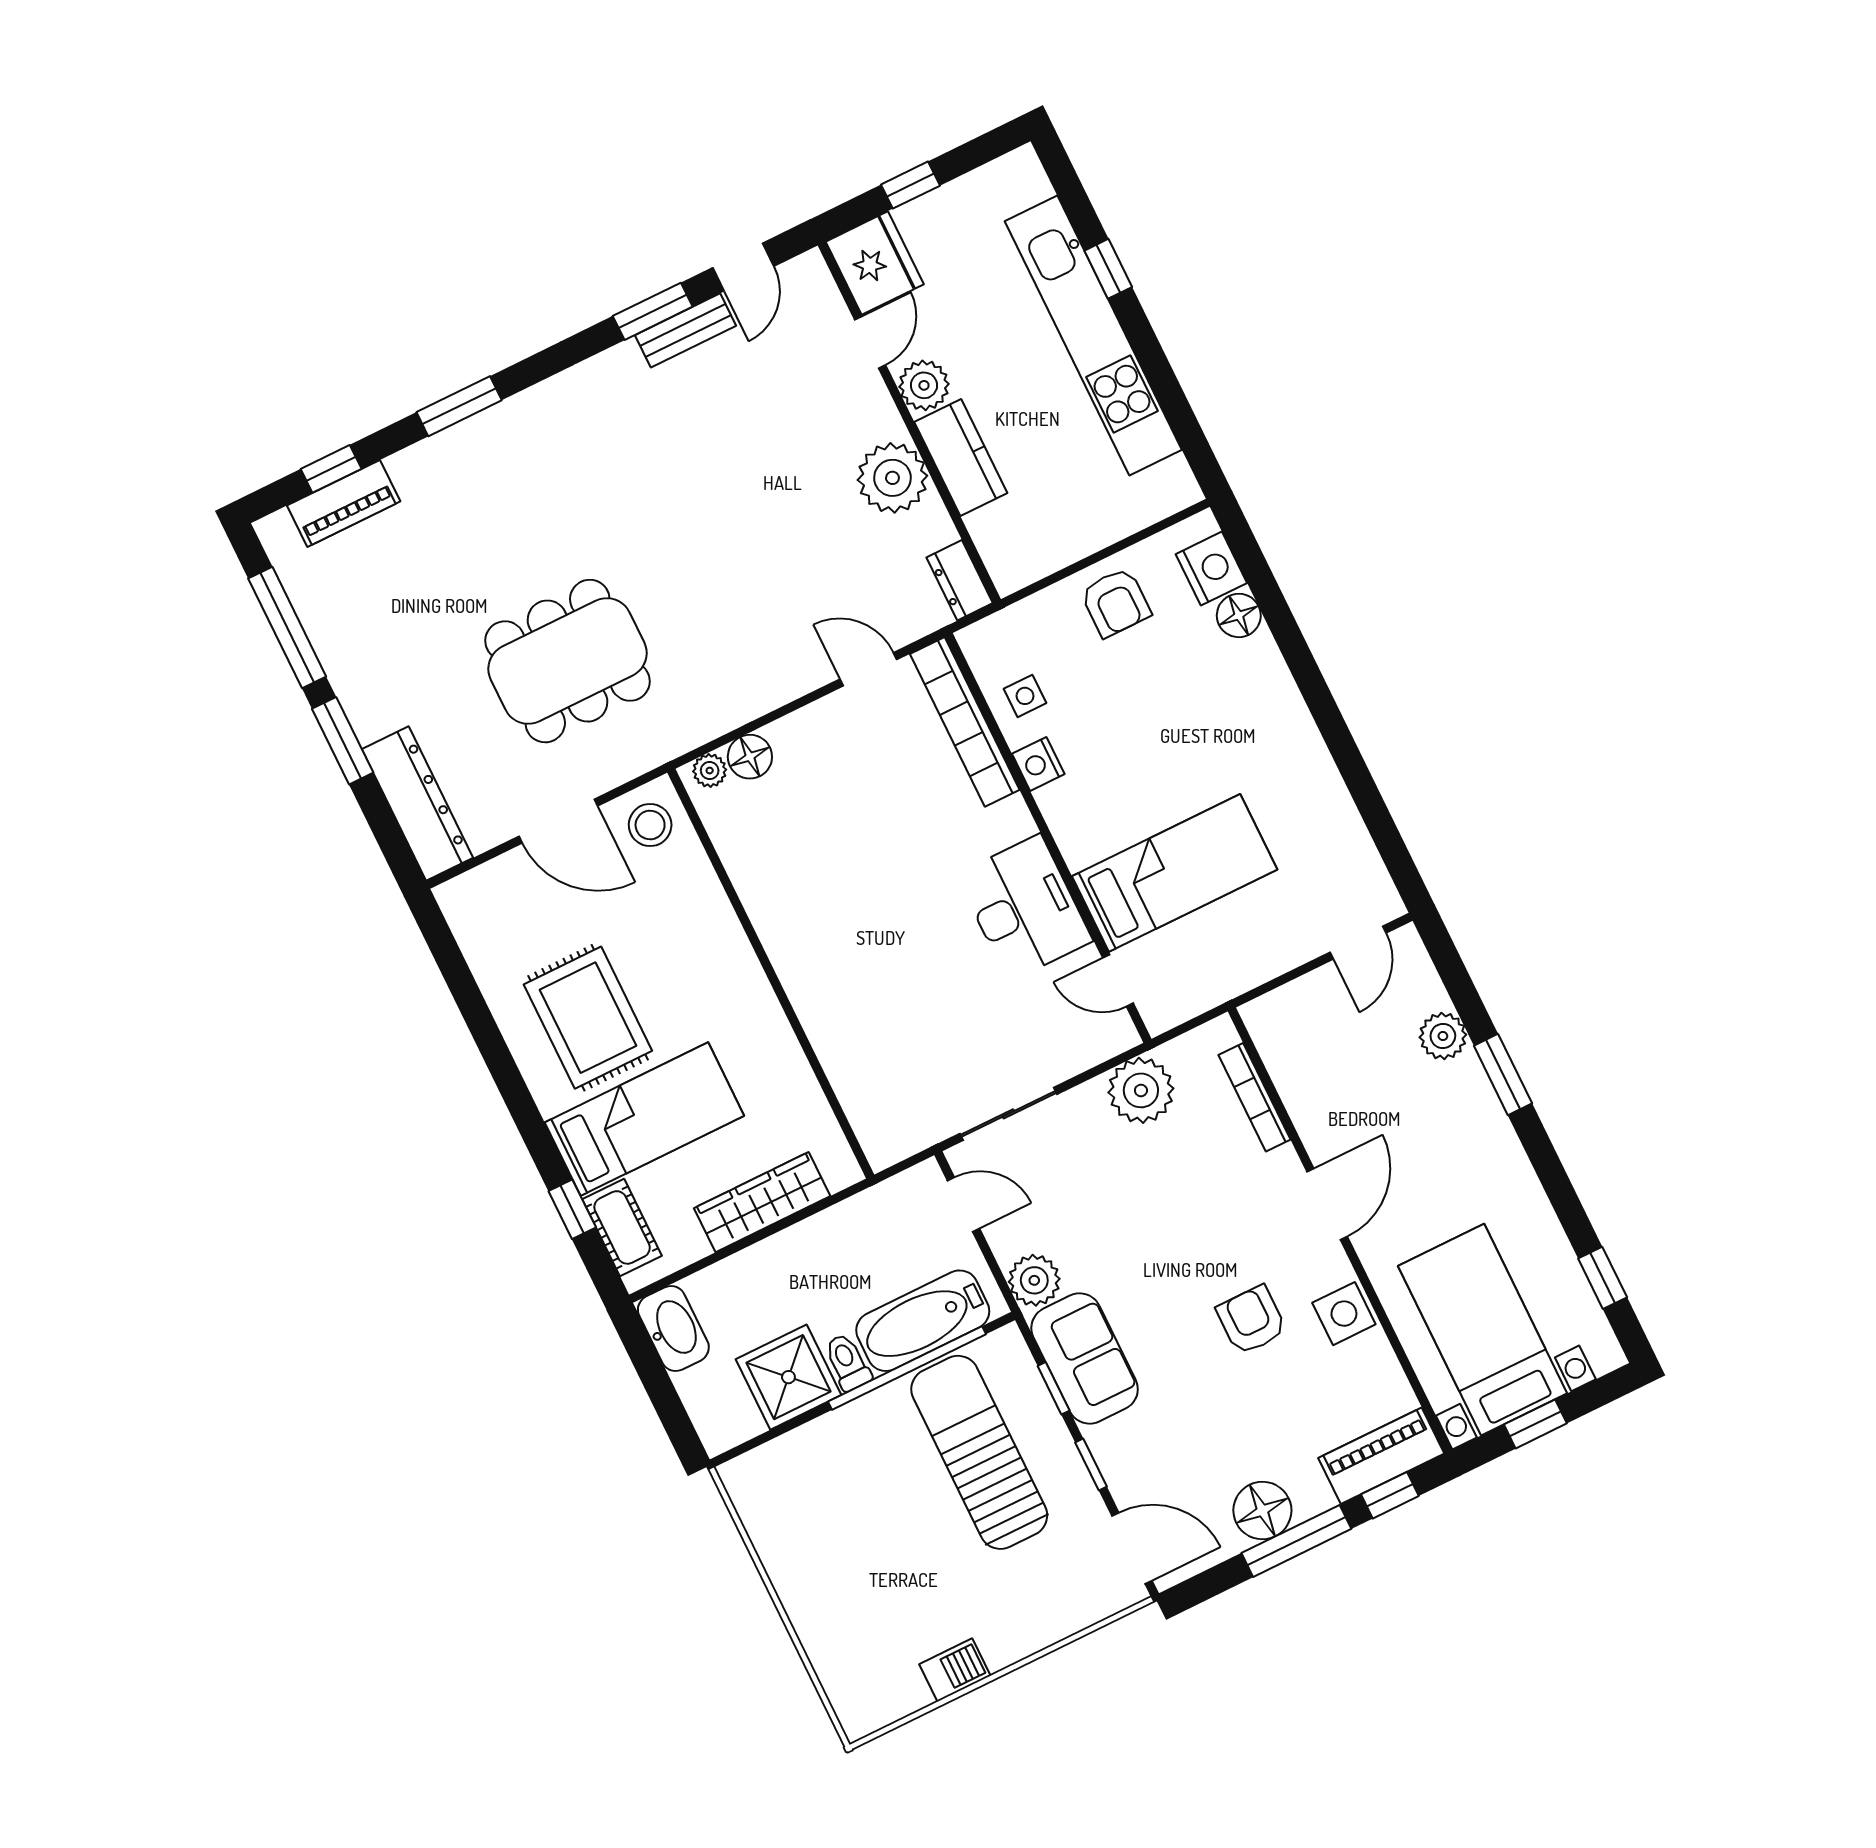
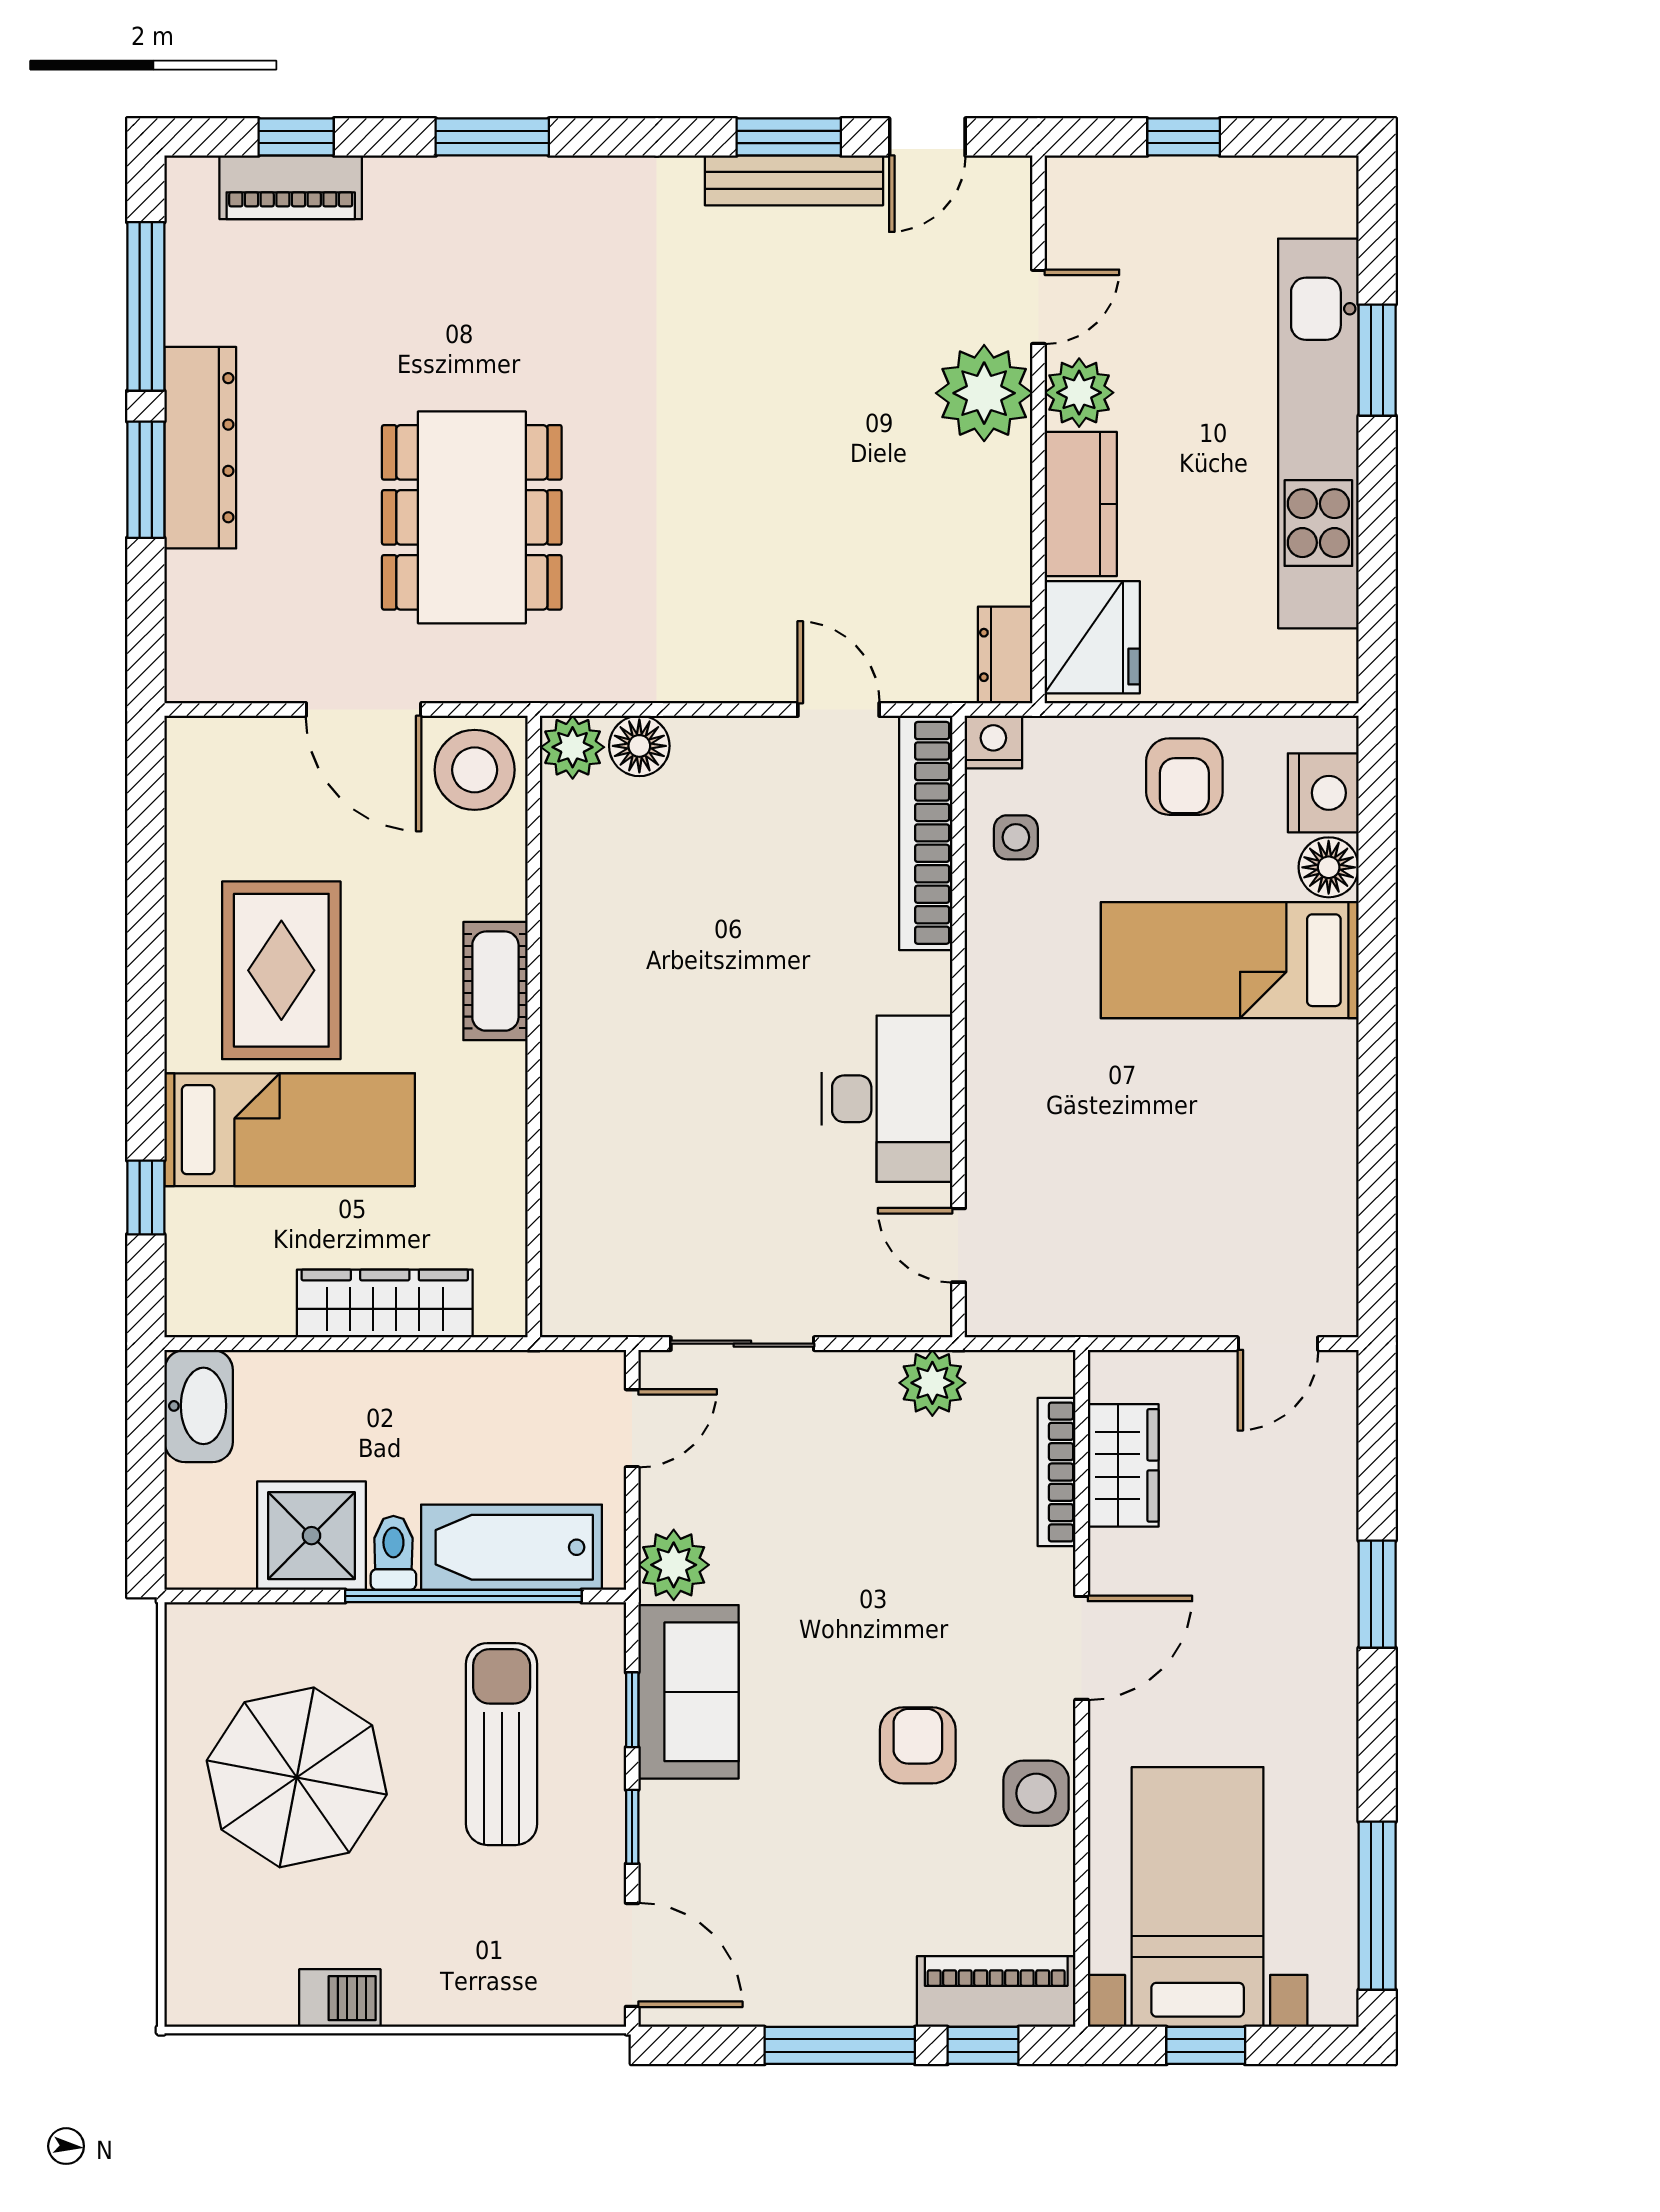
fridge: (875, 263) -> (1092, 637), moved
window: (1108, 269) -> (1377, 360), width x1.50
bench: (686, 330) -> (794, 180), width x1.36
plant: (892, 478) -> (984, 393), moved
dining table: (567, 661) -> (472, 517), turned 90
nightstand: (1038, 764) -> (993, 742), moved, turned 90
plant: (710, 771) -> (573, 747), width x1.38, depth x1.38
dresser: (417, 804) -> (200, 448), moved
stool: (650, 825) -> (475, 770), width x1.38, depth x1.38
bed: (1175, 873) -> (1230, 960), moved, turned 180
plant: (1443, 1036) -> (1326, 1510), removed
wardrobe: (1296, 1072) -> (1123, 1465), added
plant: (1141, 1090) -> (932, 1383), width x0.73, depth x0.73
door: (964, 1204) -> (632, 1428), hinge flipped
cot: (622, 1227) -> (495, 981), moved
window: (1603, 1278) -> (1377, 1906), width x2.17
sun lounger: (979, 1452) -> (502, 1744), width x0.73, depth x0.75
floor lamp: (1262, 1511) -> (816, 1987), removed
parasol: (856, 1540) -> (297, 1777), added

